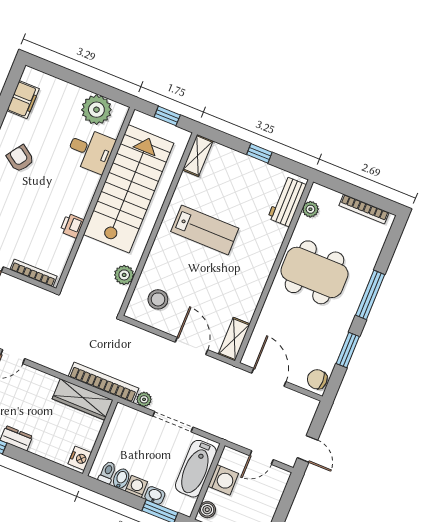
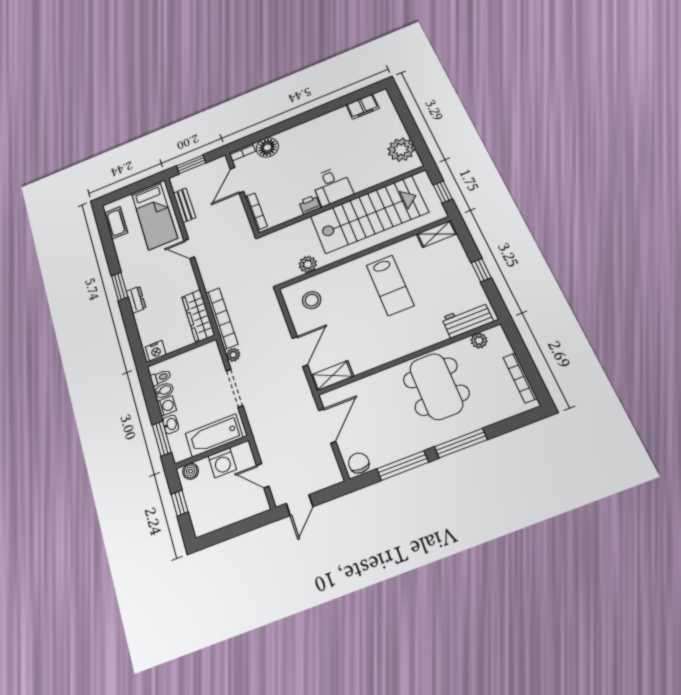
desk: (90, 150) -> (332, 186), moved
armchair: (20, 159) -> (323, 138), removed
window: (348, 350) -> (403, 466), width x1.44

